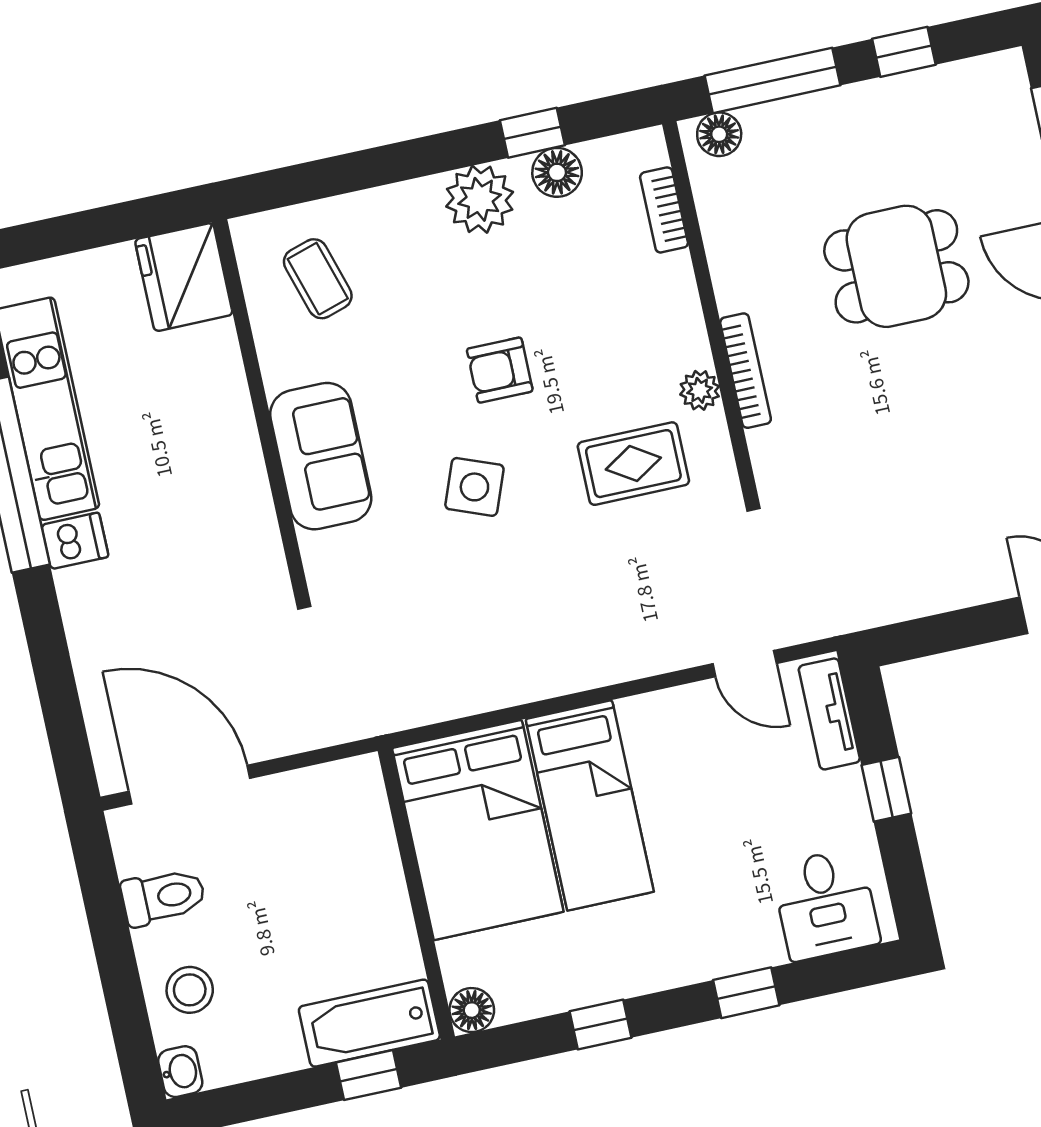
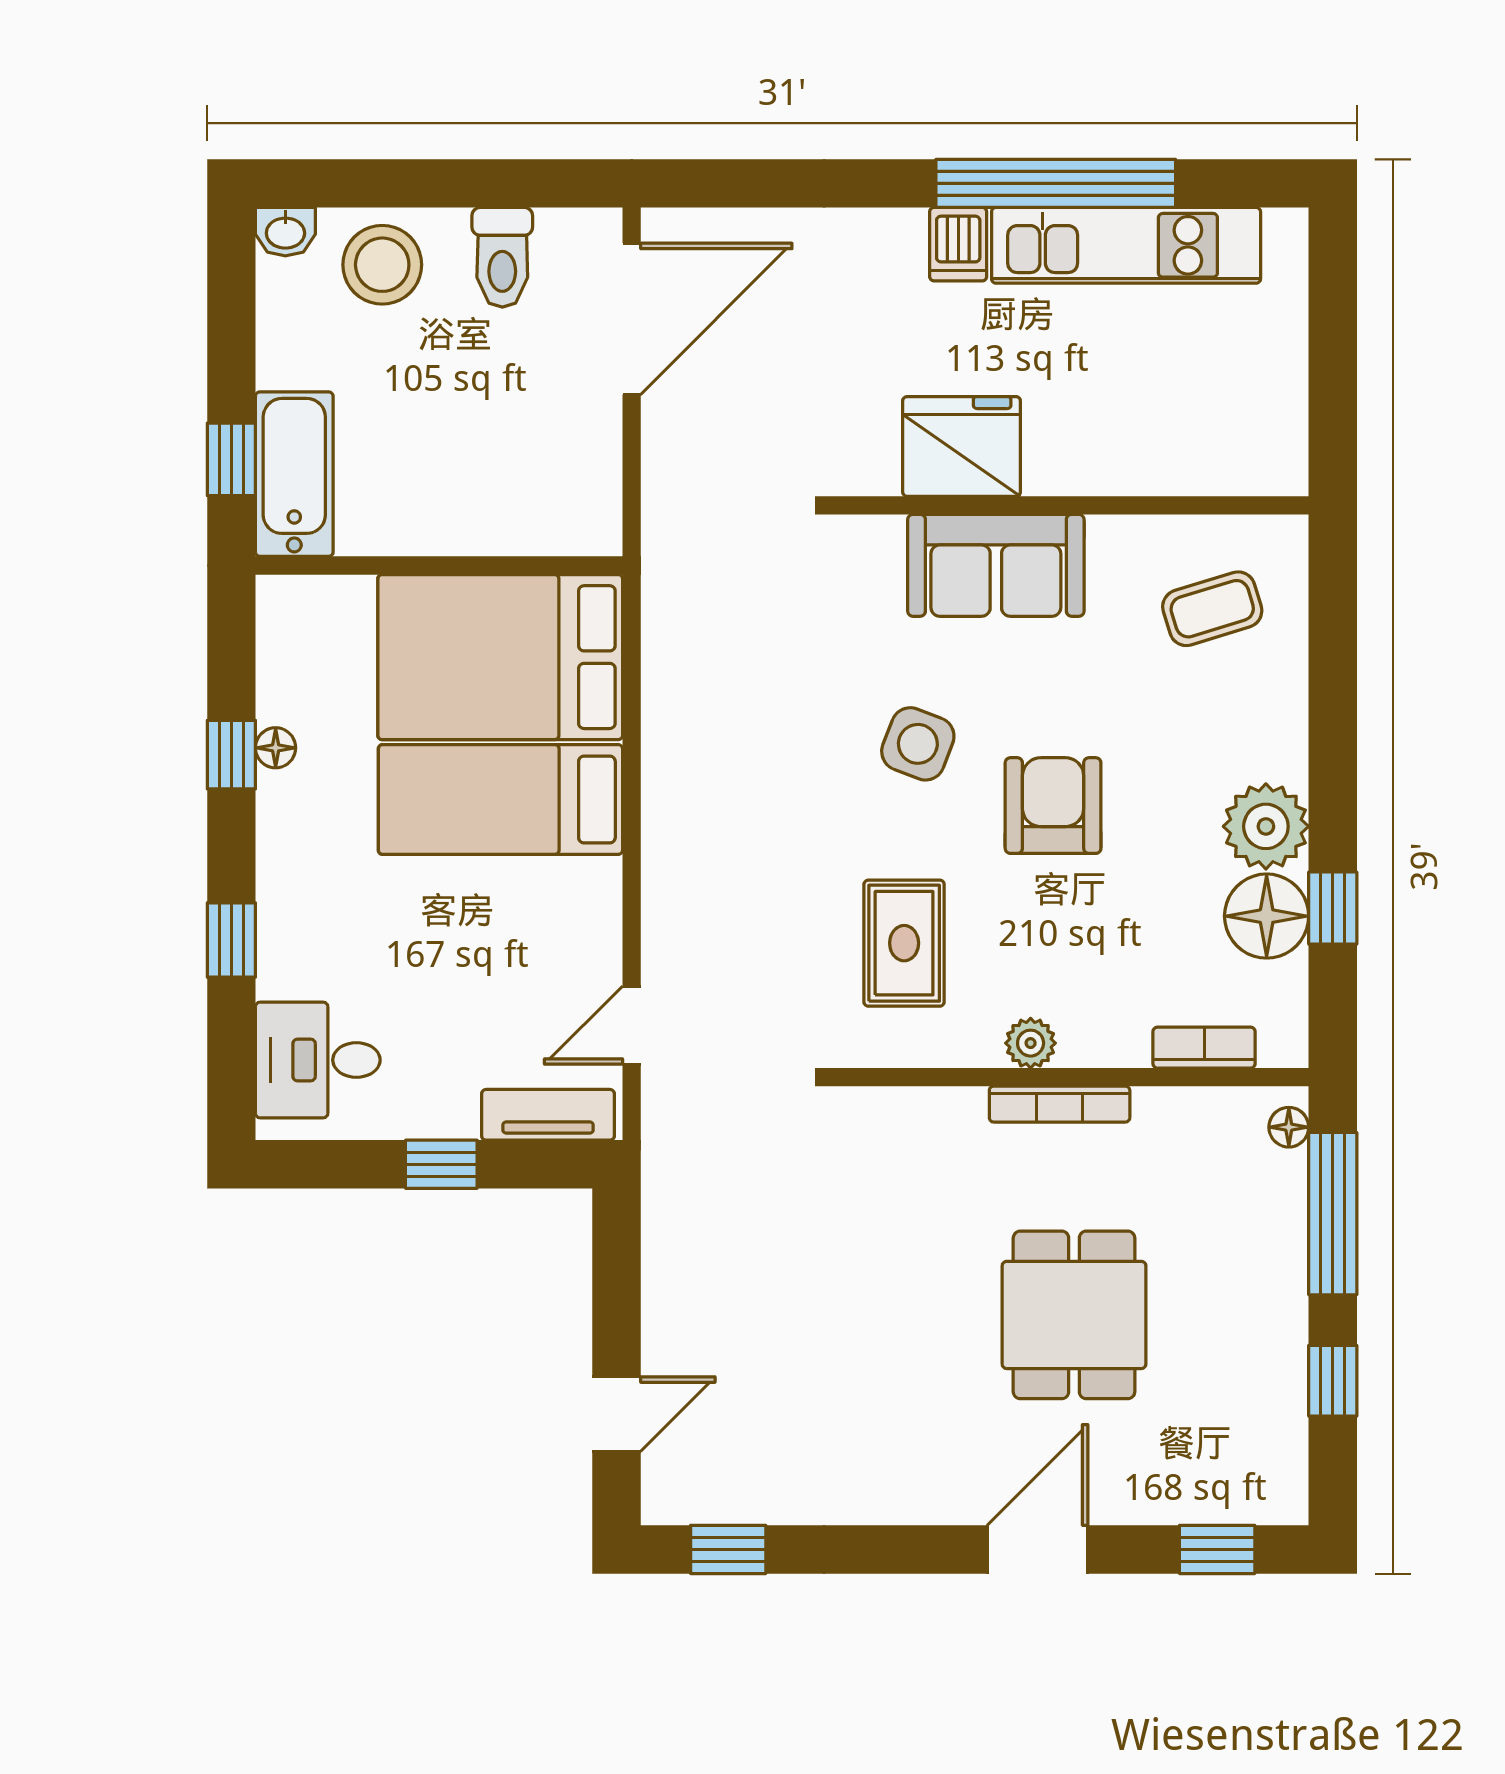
floor lamp: (719, 134) -> (1289, 1127), width x0.73, depth x0.73
floor lamp: (557, 172) -> (1267, 916), width x1.38, depth x1.38
fridge: (184, 277) -> (962, 446), moved
armchair: (500, 370) -> (1053, 806), width x1.38, depth x1.38
bookcase: (746, 371) -> (1060, 1104), moved
plant: (700, 390) -> (1031, 1043), moved
stool: (190, 990) -> (382, 265), width x1.38, depth x1.38
floor lamp: (472, 1010) -> (276, 748), moved, width x0.73, depth x0.73

